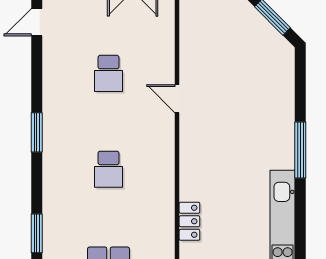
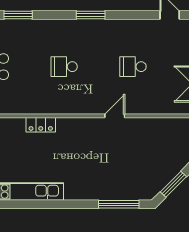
window: (300, 150) -> (119, 204), moved
locker: (189, 221) -> (41, 125), moved

